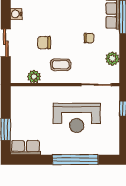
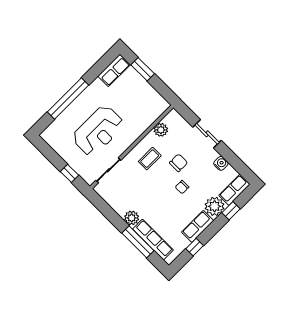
chair: (89, 38) -> (182, 187), moved
plant: (112, 59) -> (132, 218), moved
reception desk: (77, 118) -> (98, 131), turned 180

